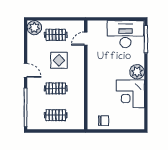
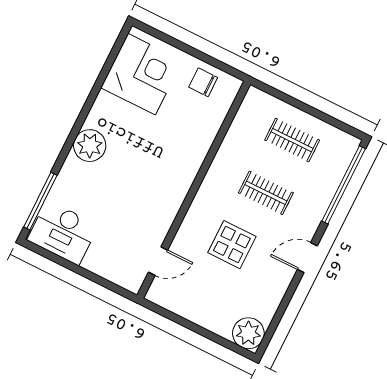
desk: (125, 34) -> (63, 233), width x0.73, depth x0.77
clothes rail: (56, 35) -> (213, 298), removed
door: (26, 70) -> (307, 258), hinge flipped
corner desk: (130, 94) -> (142, 74), moved

